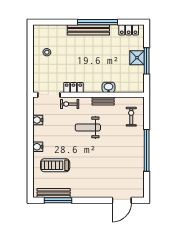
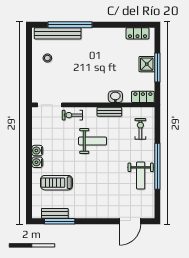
window: (97, 22) -> (70, 25), moved
bench: (88, 30) -> (58, 33), moved
locker: (73, 88) -> (143, 97), moved
water cooler: (38, 120) -> (37, 151), moved
weight bench: (88, 127) -> (93, 141), turned 180
weight bench: (131, 159) -> (141, 176), added
bench: (54, 193) -> (55, 213), width x0.73

